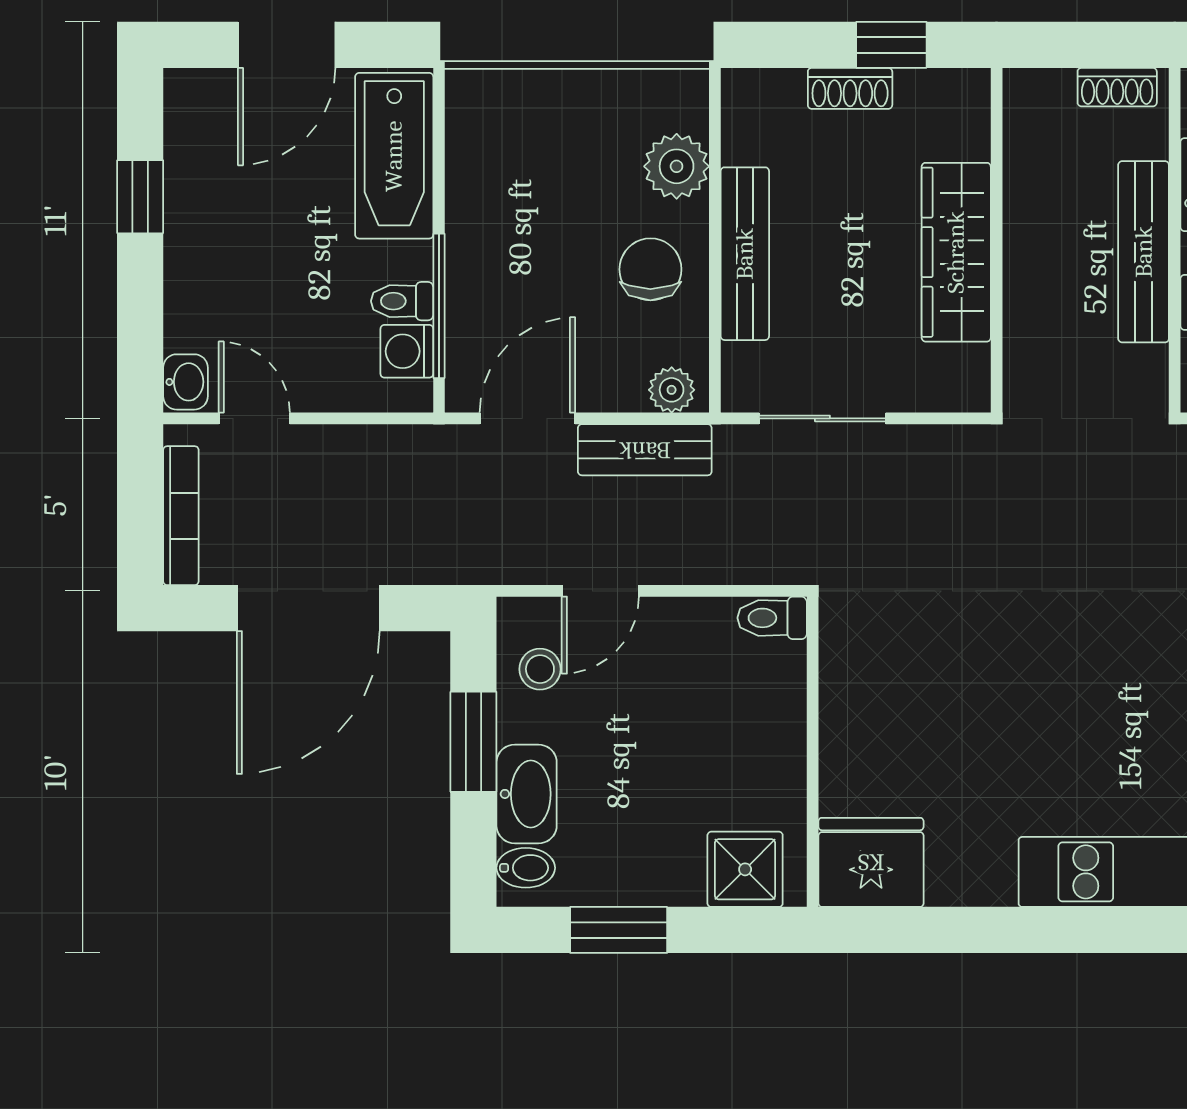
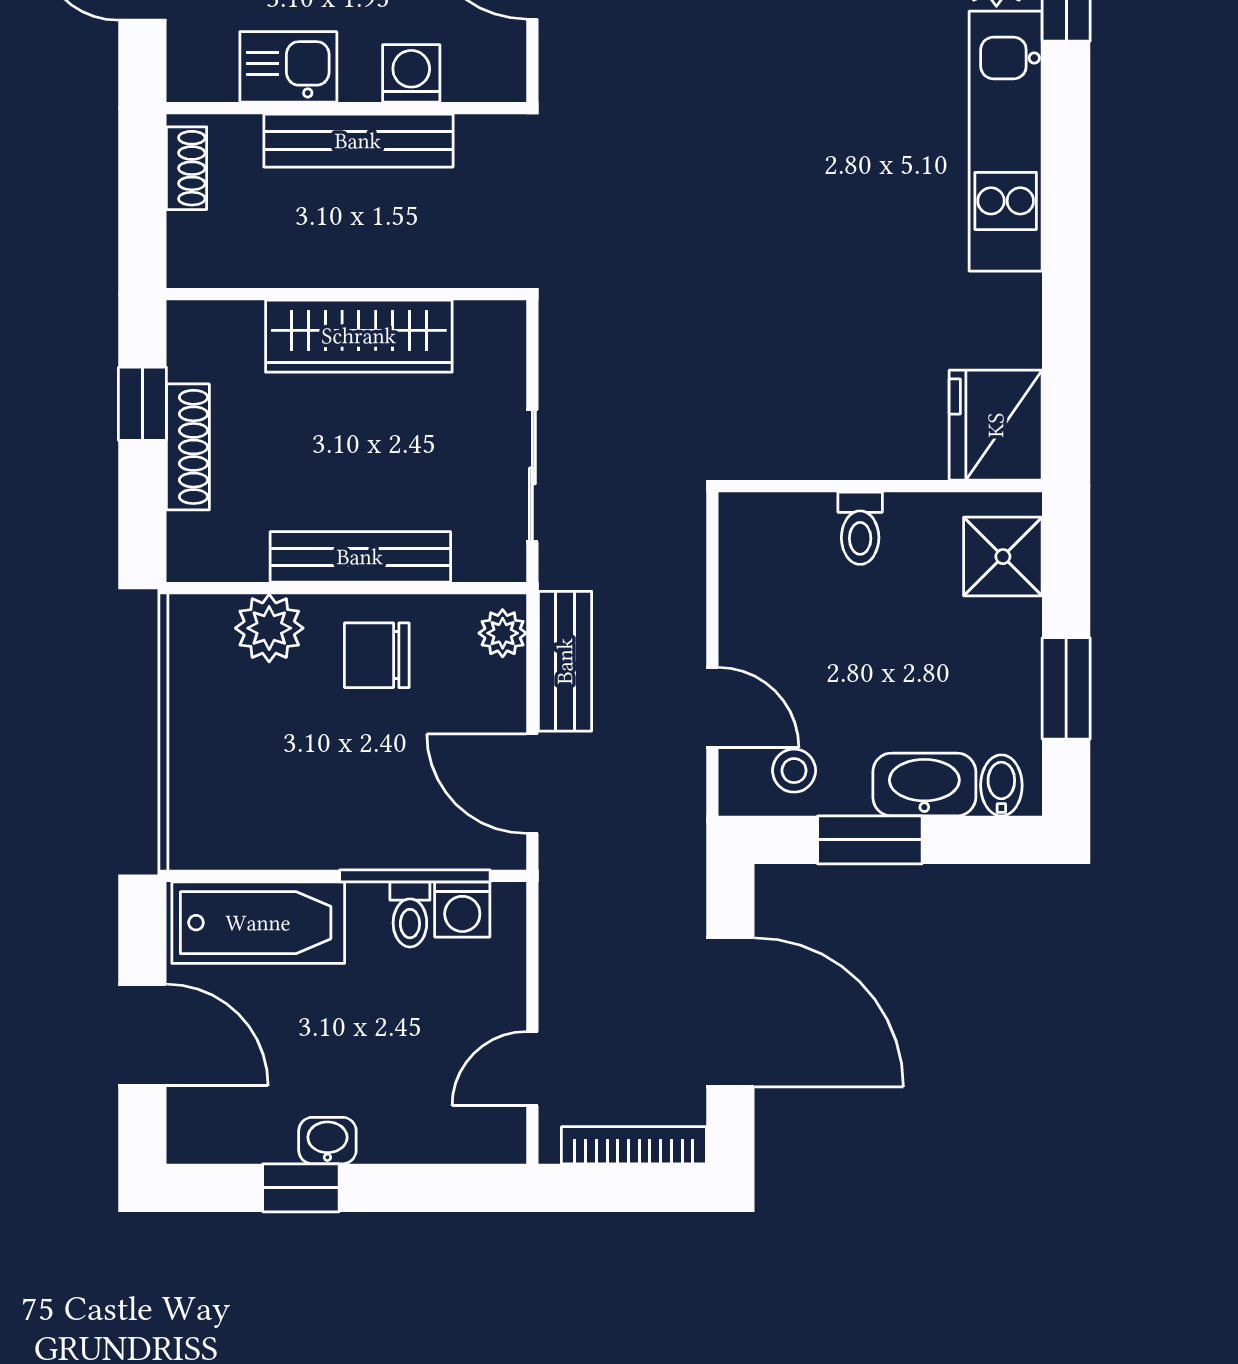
shoe rack: (850, 88) -> (188, 447), width x1.43
washbasin: (185, 382) -> (327, 1141), moved
toilet: (772, 618) -> (860, 528), moved

